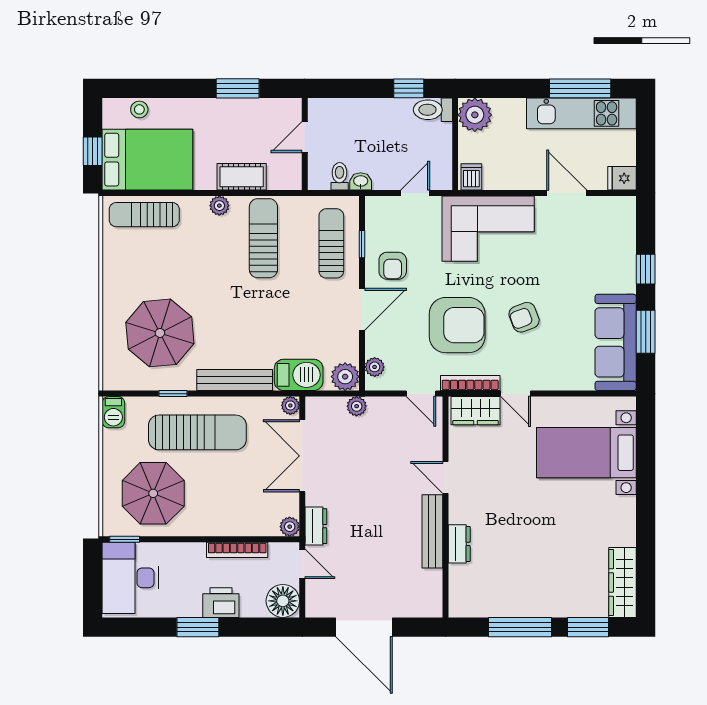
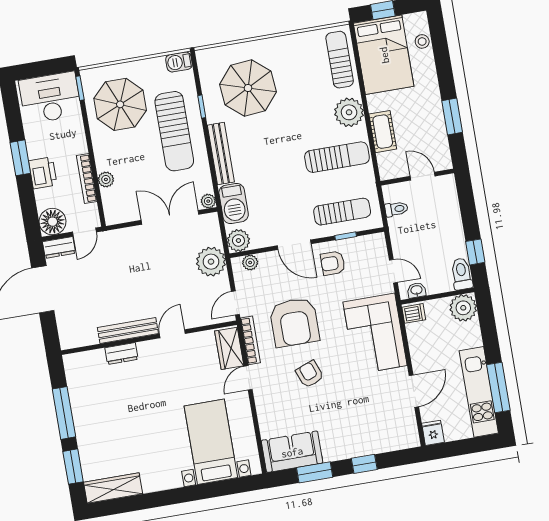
washbasin: (361, 181) -> (417, 290), moved, turned -90
plant: (219, 206) -> (349, 112), width x1.88, depth x1.88
sofa: (616, 342) -> (292, 452), width x0.73
plant: (357, 406) -> (211, 262), width x1.88, depth x1.88
dresser: (316, 526) -> (59, 247), moved
plant: (290, 527) -> (106, 179), moved

